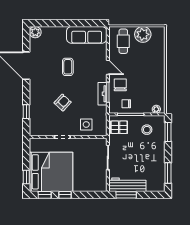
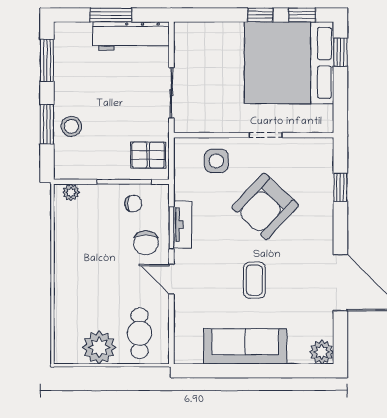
sofa: (87, 35) -> (245, 346), moved
armchair: (63, 103) -> (265, 206), width x1.88, depth x1.88
stool: (147, 130) -> (71, 126), moved
window: (168, 132) -> (47, 124), moved
window: (126, 195) -> (111, 15), moved

